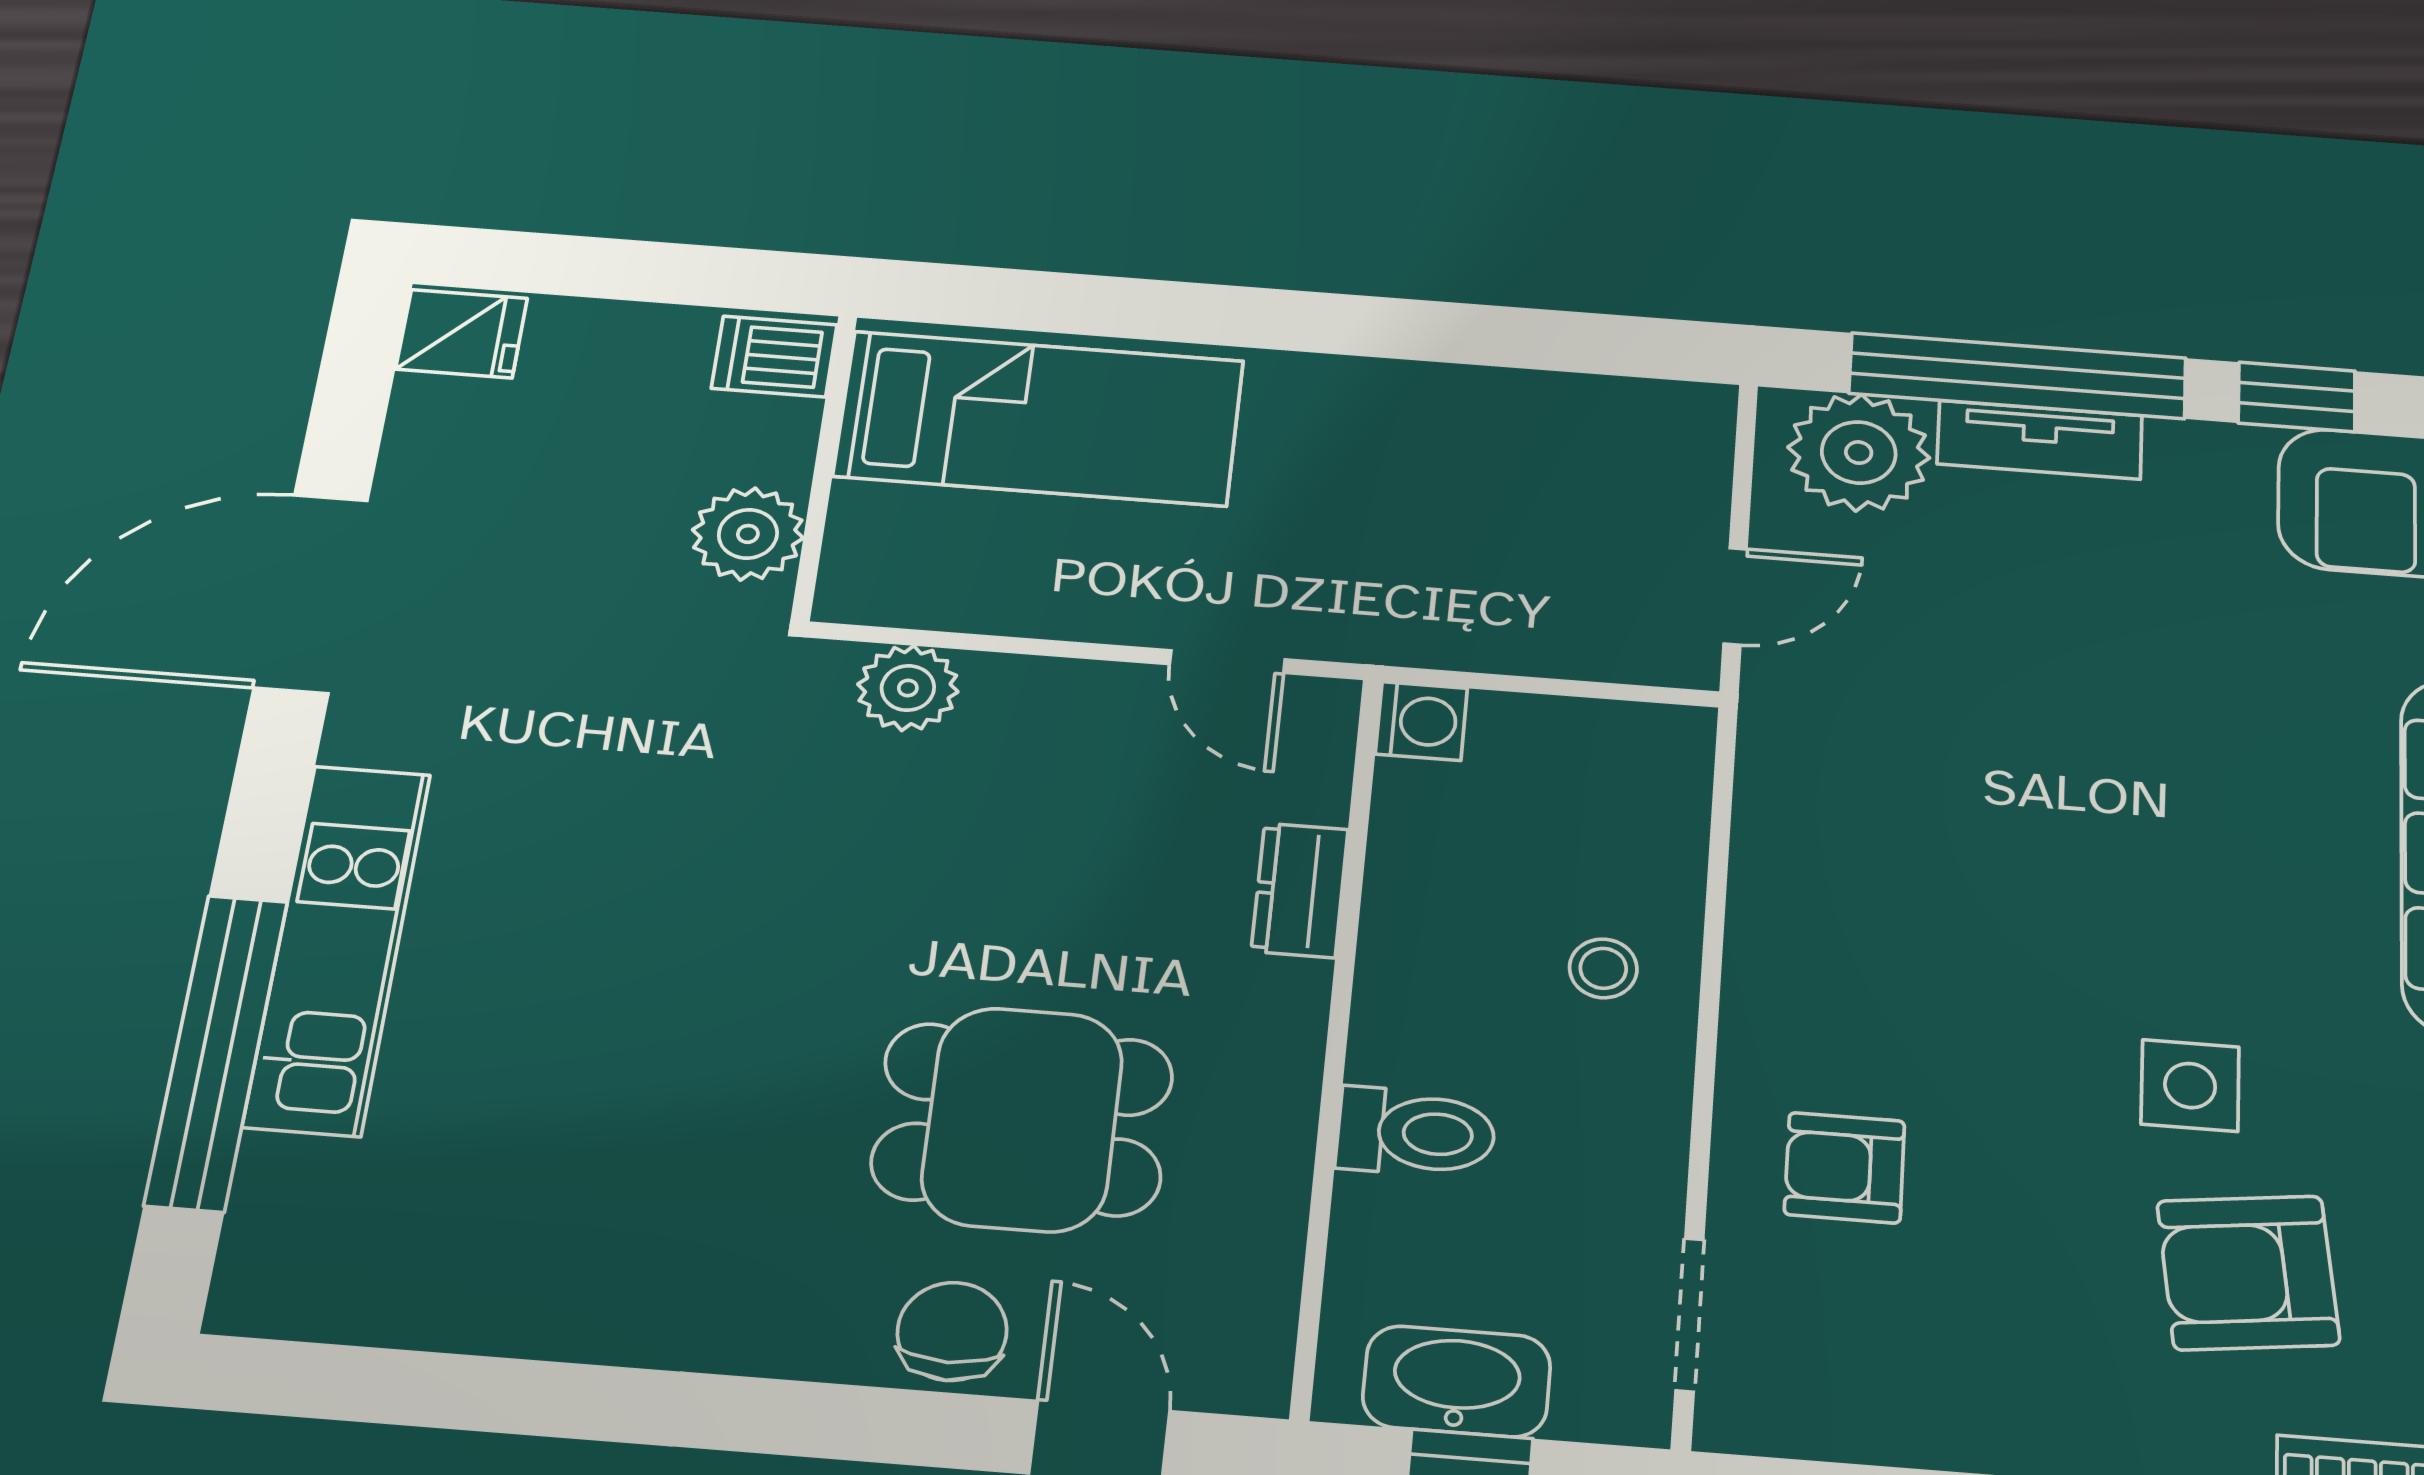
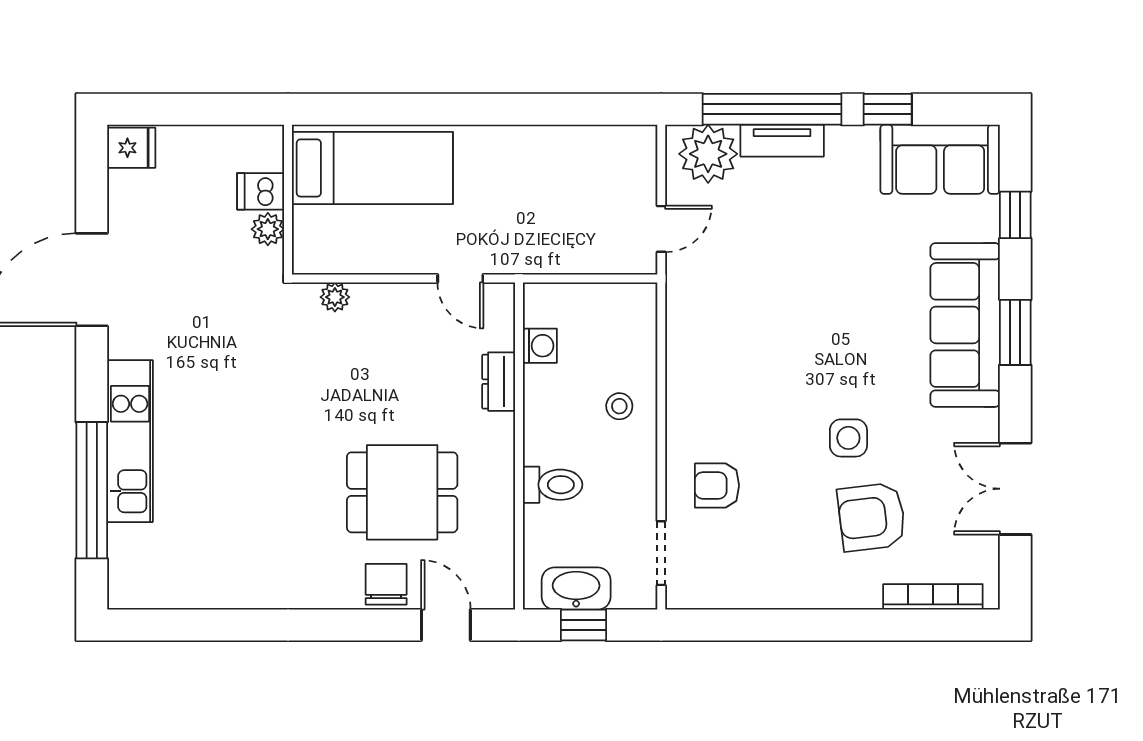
dishwasher: (774, 357) -> (261, 191), moved
plant: (748, 534) -> (268, 229), width x0.73, depth x0.73
plant: (908, 688) -> (335, 297), width x0.73, depth x0.73
washing machine: (1421, 721) -> (540, 346), moved

